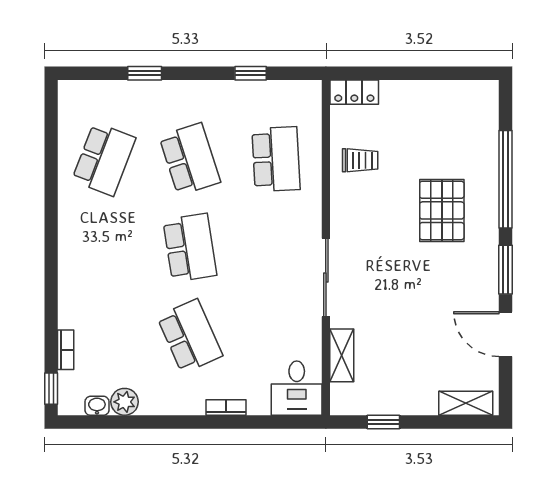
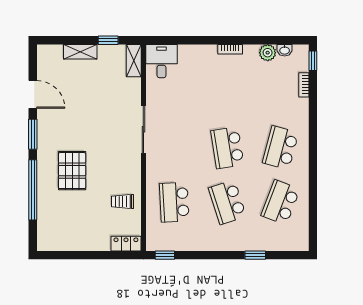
window: (251, 73) -> (165, 255), moved
school desk: (190, 336) -> (280, 148), moved, turned 39
shelving: (342, 355) -> (134, 61), moved
shelving: (466, 403) -> (80, 52), moved
bookcase: (226, 407) -> (230, 49), moved

